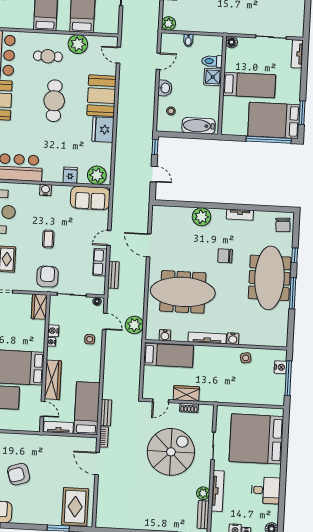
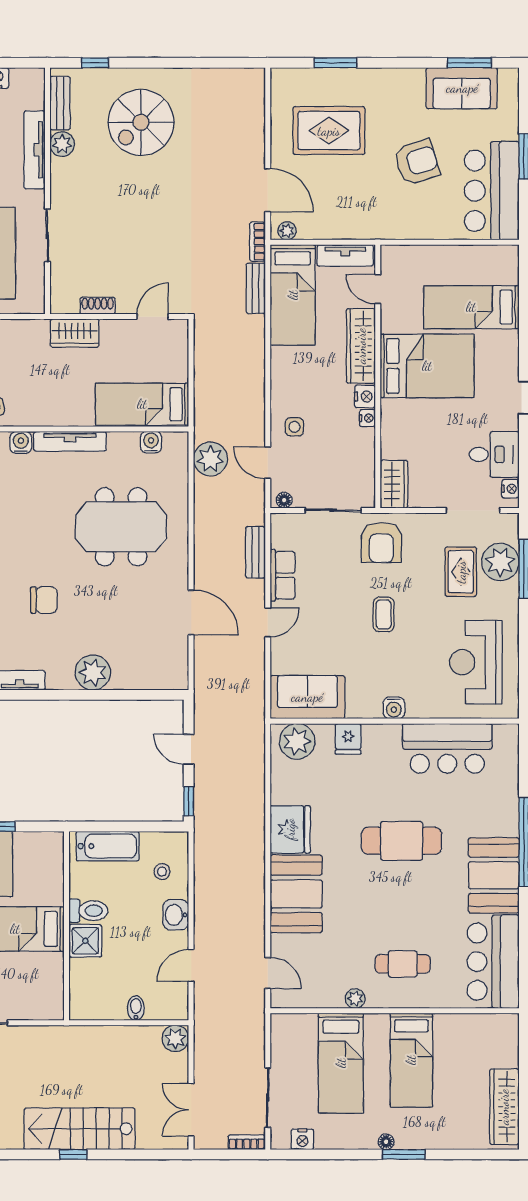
floor lamp: (231, 42) -> (53, 1009), removed
plant: (78, 44) -> (355, 999), width x0.53, depth x0.53
toilet: (212, 61) -> (88, 911), moved
cafe table: (54, 101) -> (401, 841), moved, turned 90
meeting table: (183, 292) -> (121, 527), width x0.73
nightstand: (53, 331) -> (365, 396), moved
wardrobe: (186, 393) -> (75, 333), moved
plant: (88, 442) -> (287, 231), added
spiral stairs: (171, 452) -> (141, 122), moved, width x0.73, depth x0.73
rug: (75, 507) -> (329, 131), moved, turned 90

